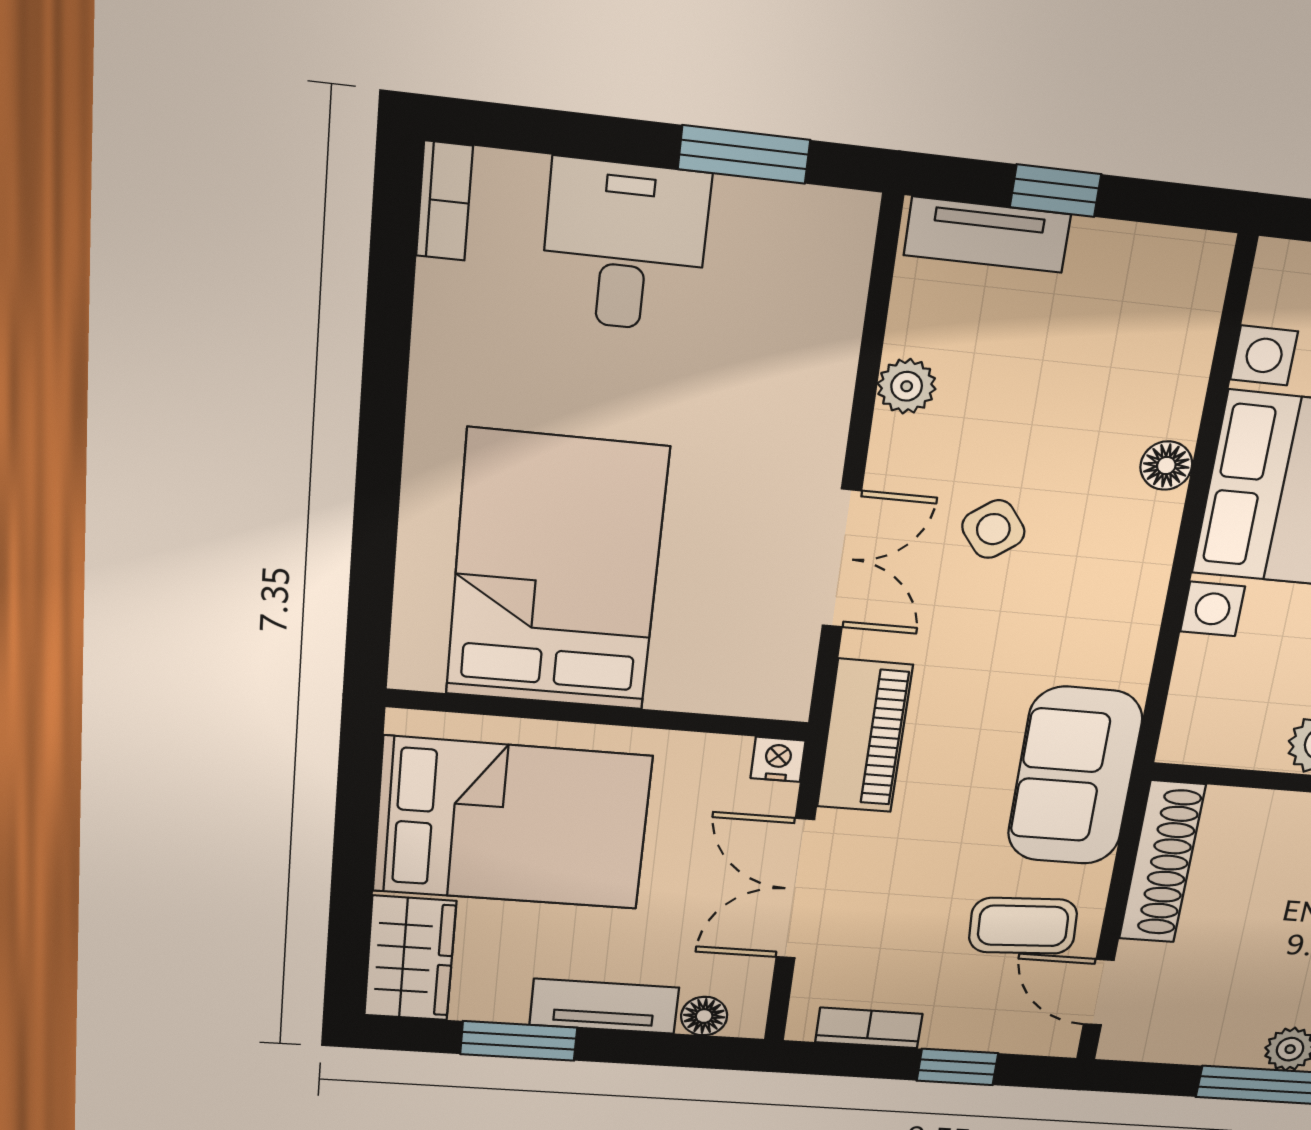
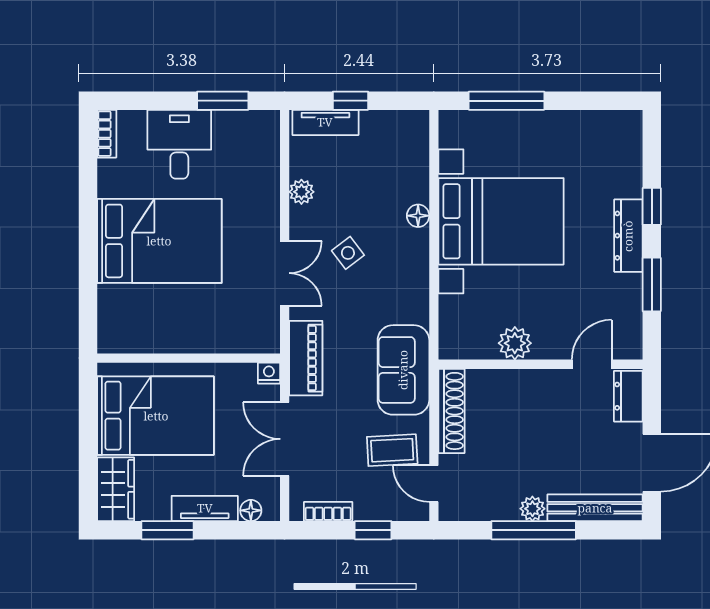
bed: (557, 572) -> (159, 241), moved, turned 90

